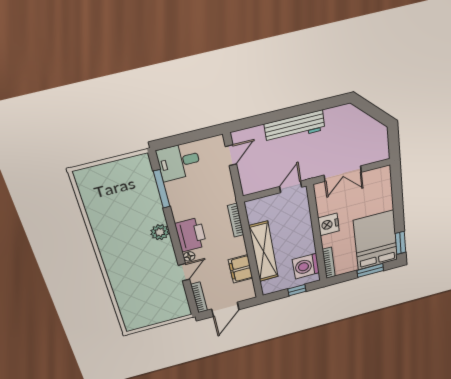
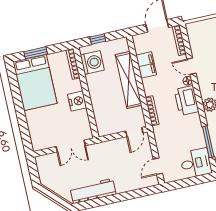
workbench: (295, 127) -> (93, 191), moved
double door: (343, 174) -> (71, 146), swing flipped
door: (291, 187) -> (134, 132), moved
window: (401, 243) -> (13, 78), removed
door: (184, 272) -> (191, 66), hinge flipped

